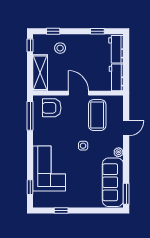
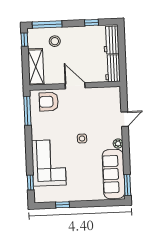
window: (53, 31) -> (47, 24), width x2.17
coffee table: (97, 115) -> (95, 107), removed

